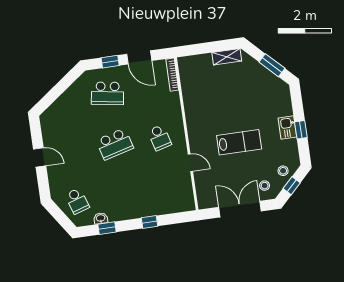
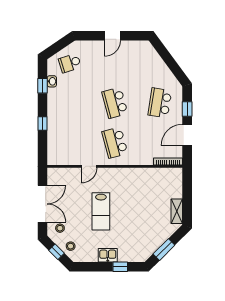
window: (301, 130) -> (120, 267), moved
school desk: (160, 138) -> (115, 143), width x1.85

